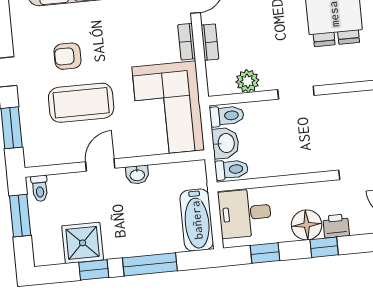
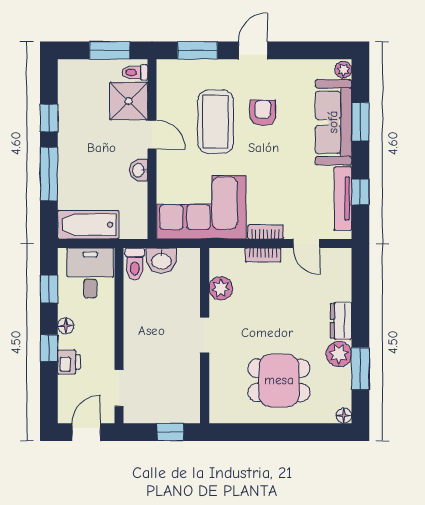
toilet: (227, 116) -> (188, 264), removed
floor lamp: (307, 225) -> (66, 326), width x0.53, depth x0.53
shower: (83, 243) -> (129, 101), moved

